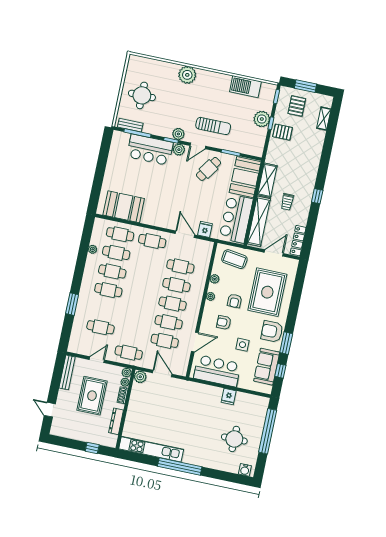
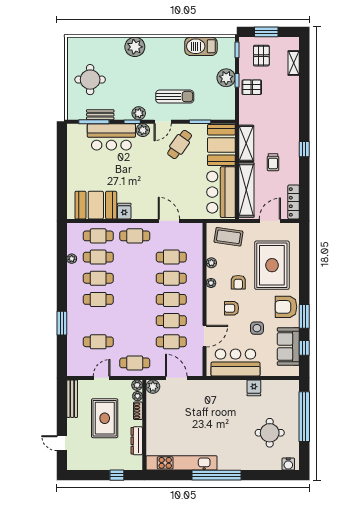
bench: (130, 125) -> (100, 115), moved
fridge: (205, 229) -> (124, 211), moved

